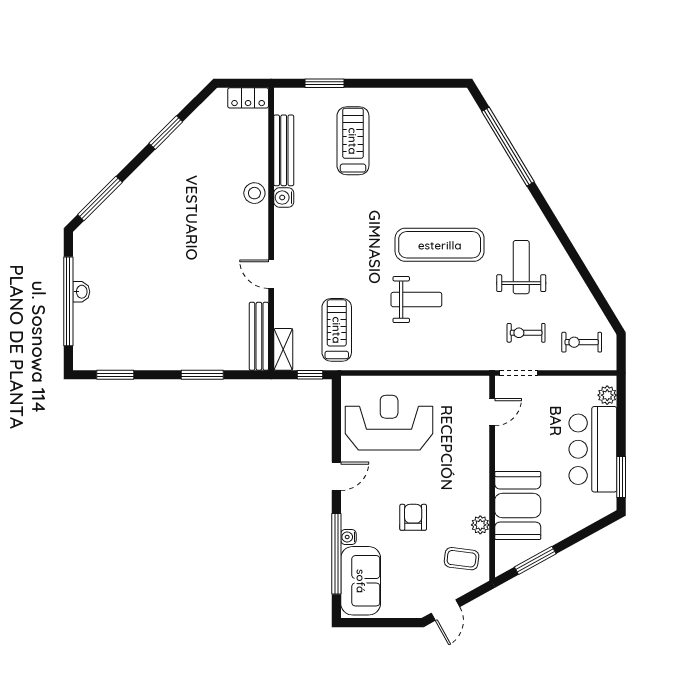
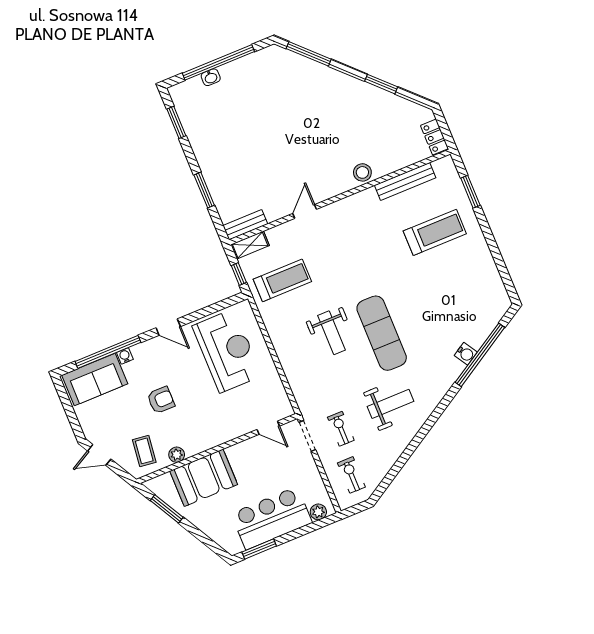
water cooler: (284, 198) -> (466, 354), moved, turned 149
washbasin: (81, 292) -> (211, 77), moved
bench: (259, 336) -> (245, 225), width x0.73

